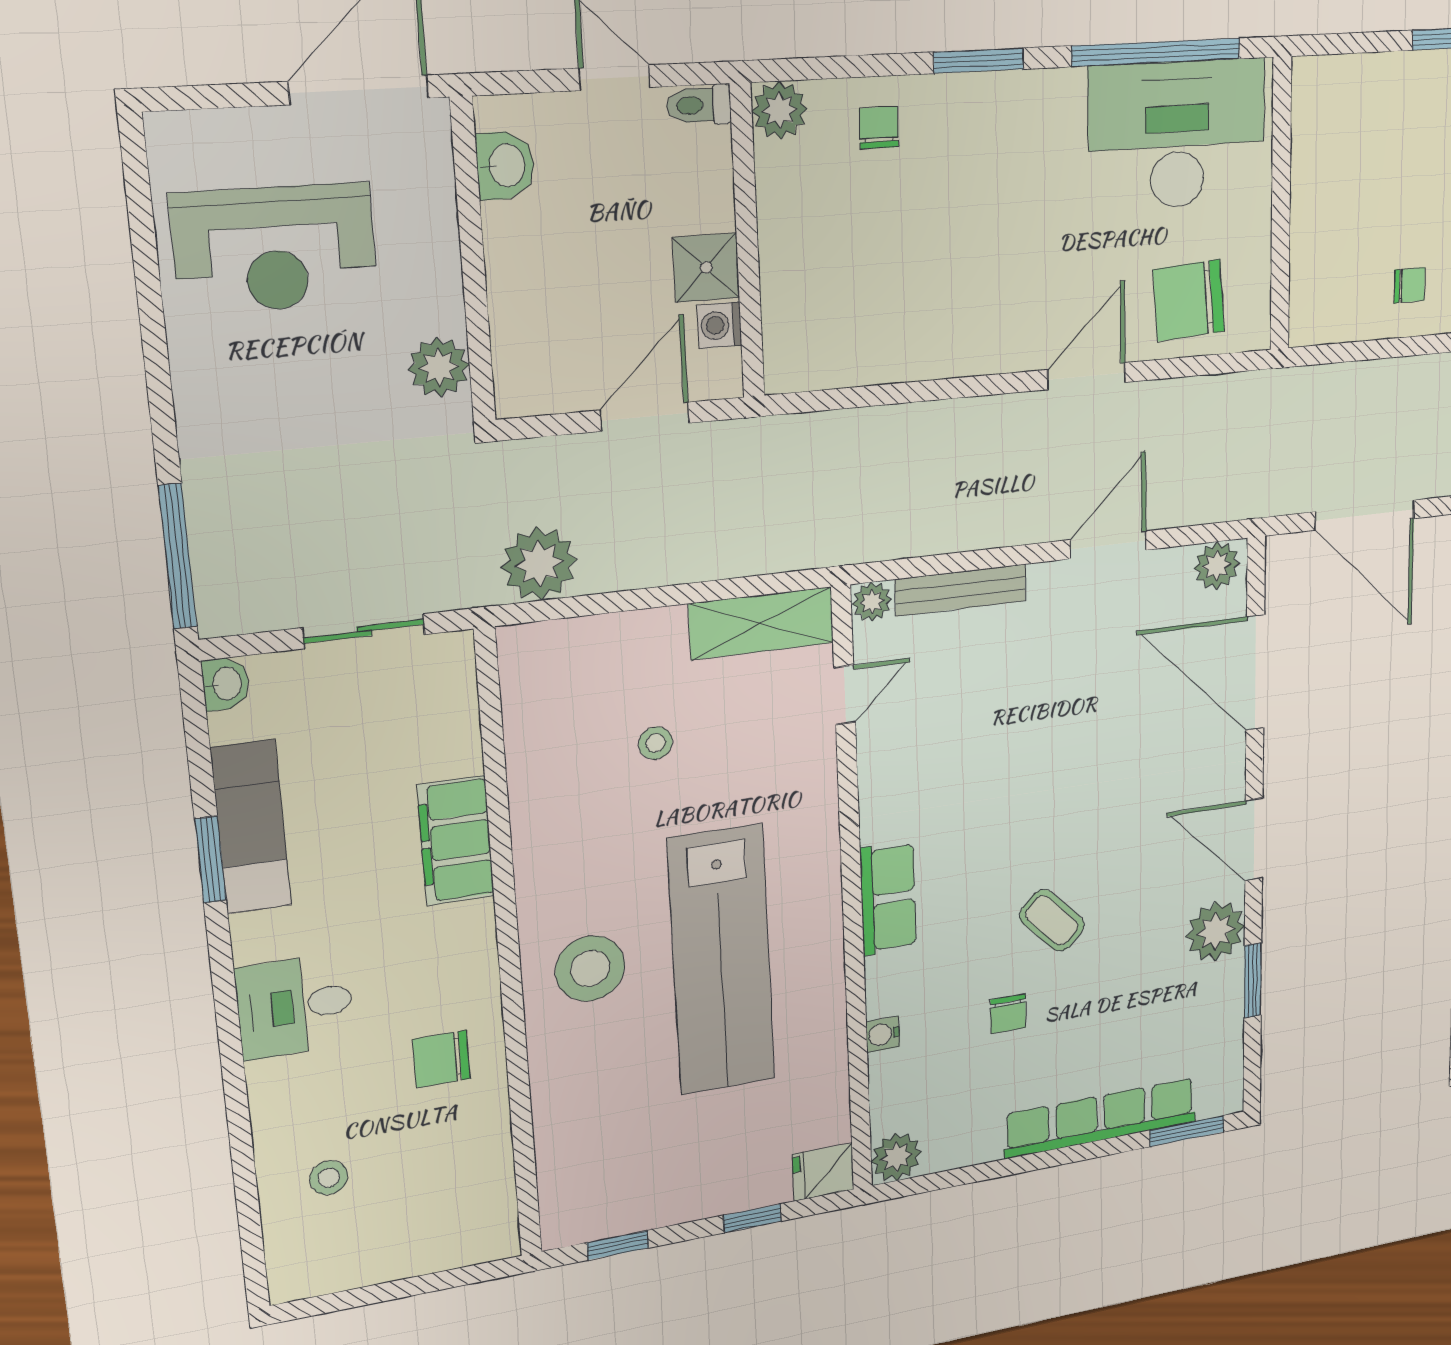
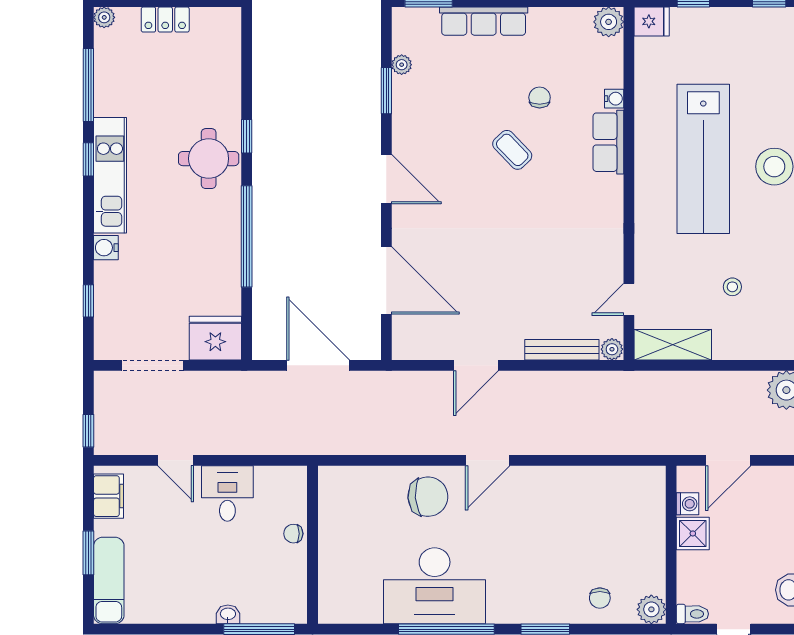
wall: (1281, 205) -> (312, 545), moved
chair: (1410, 285) -> (293, 534), moved
plant: (1217, 566) -> (411, 346), removed
row of seats: (888, 898) -> (608, 142), moved
plant: (1216, 931) -> (402, 65), moved, width x0.53, depth x0.53
lab bench: (722, 960) -> (703, 159), turned 180
row of seats: (1101, 1118) -> (484, 21), width x0.73

